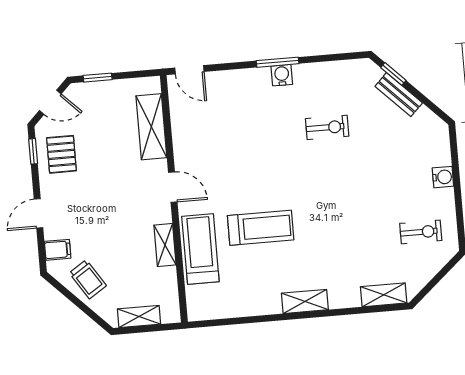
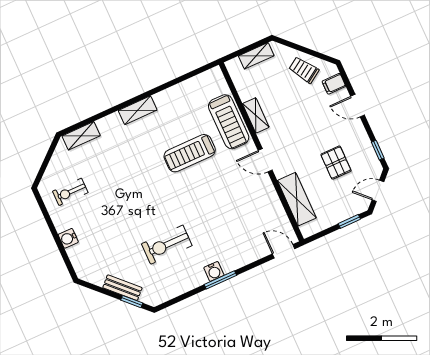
exercise bike: (327, 127) -> (167, 245), width x1.38, depth x1.39
pallet: (61, 154) -> (336, 163), moved
door: (38, 213) -> (358, 106), swing flipped

